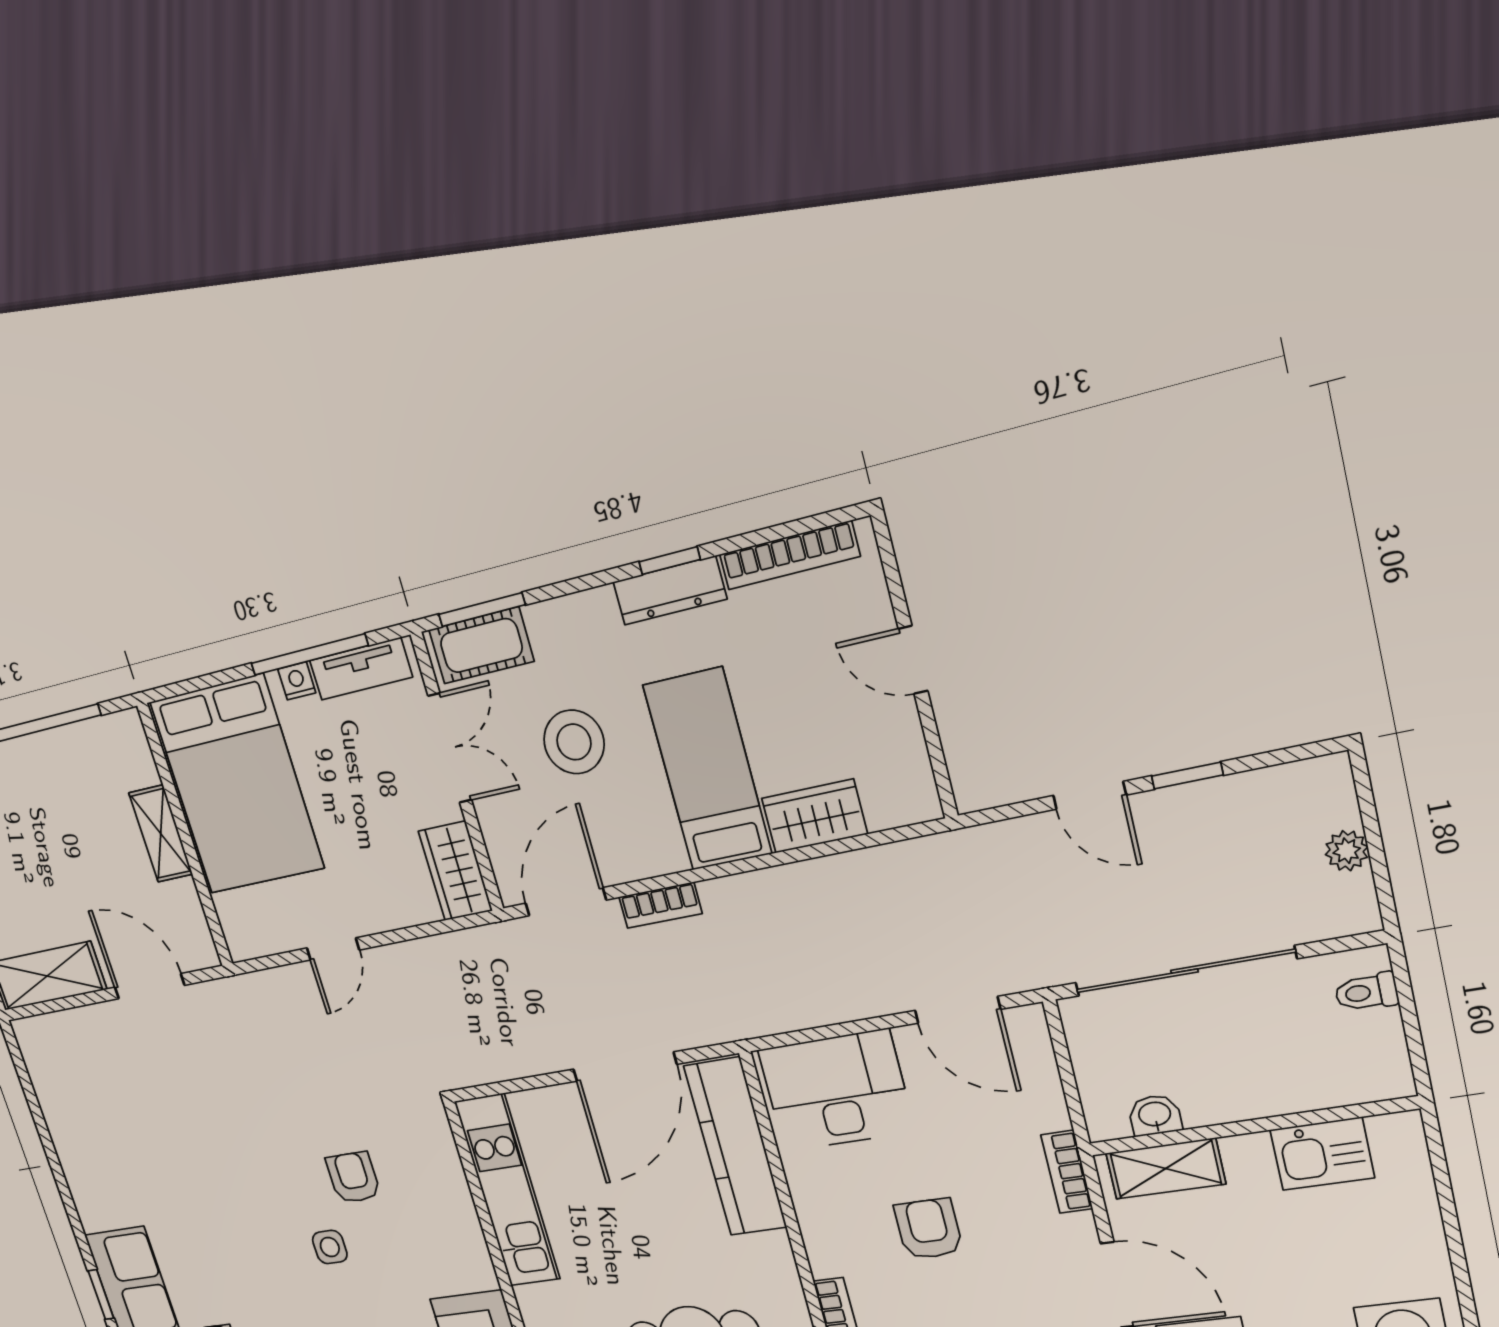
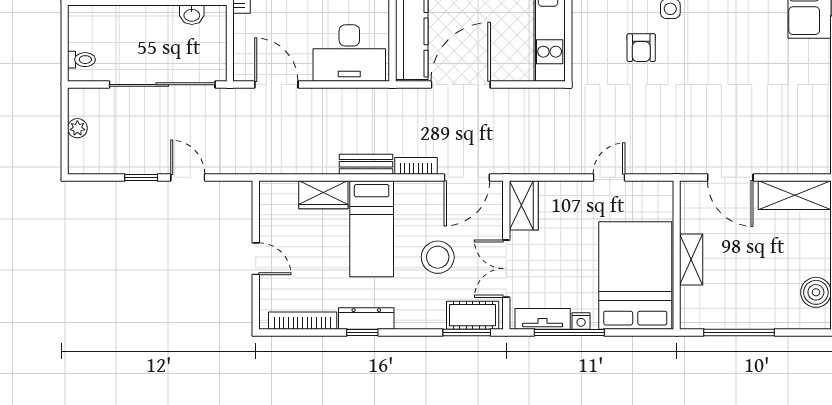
bench: (751, 891) -> (366, 164), added

